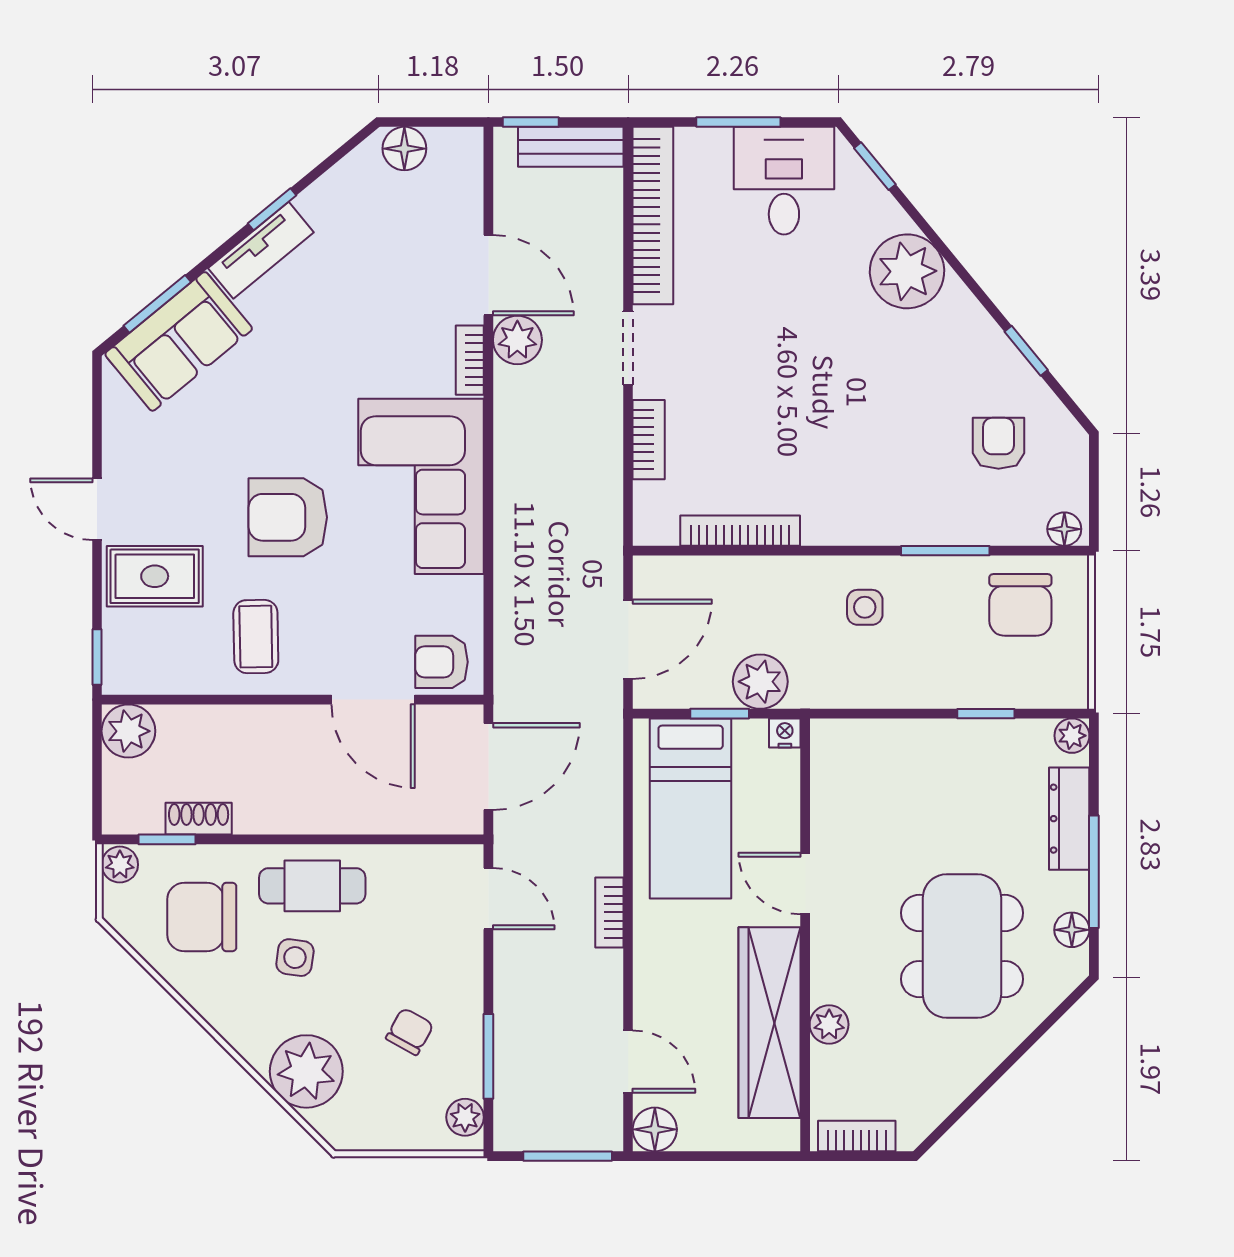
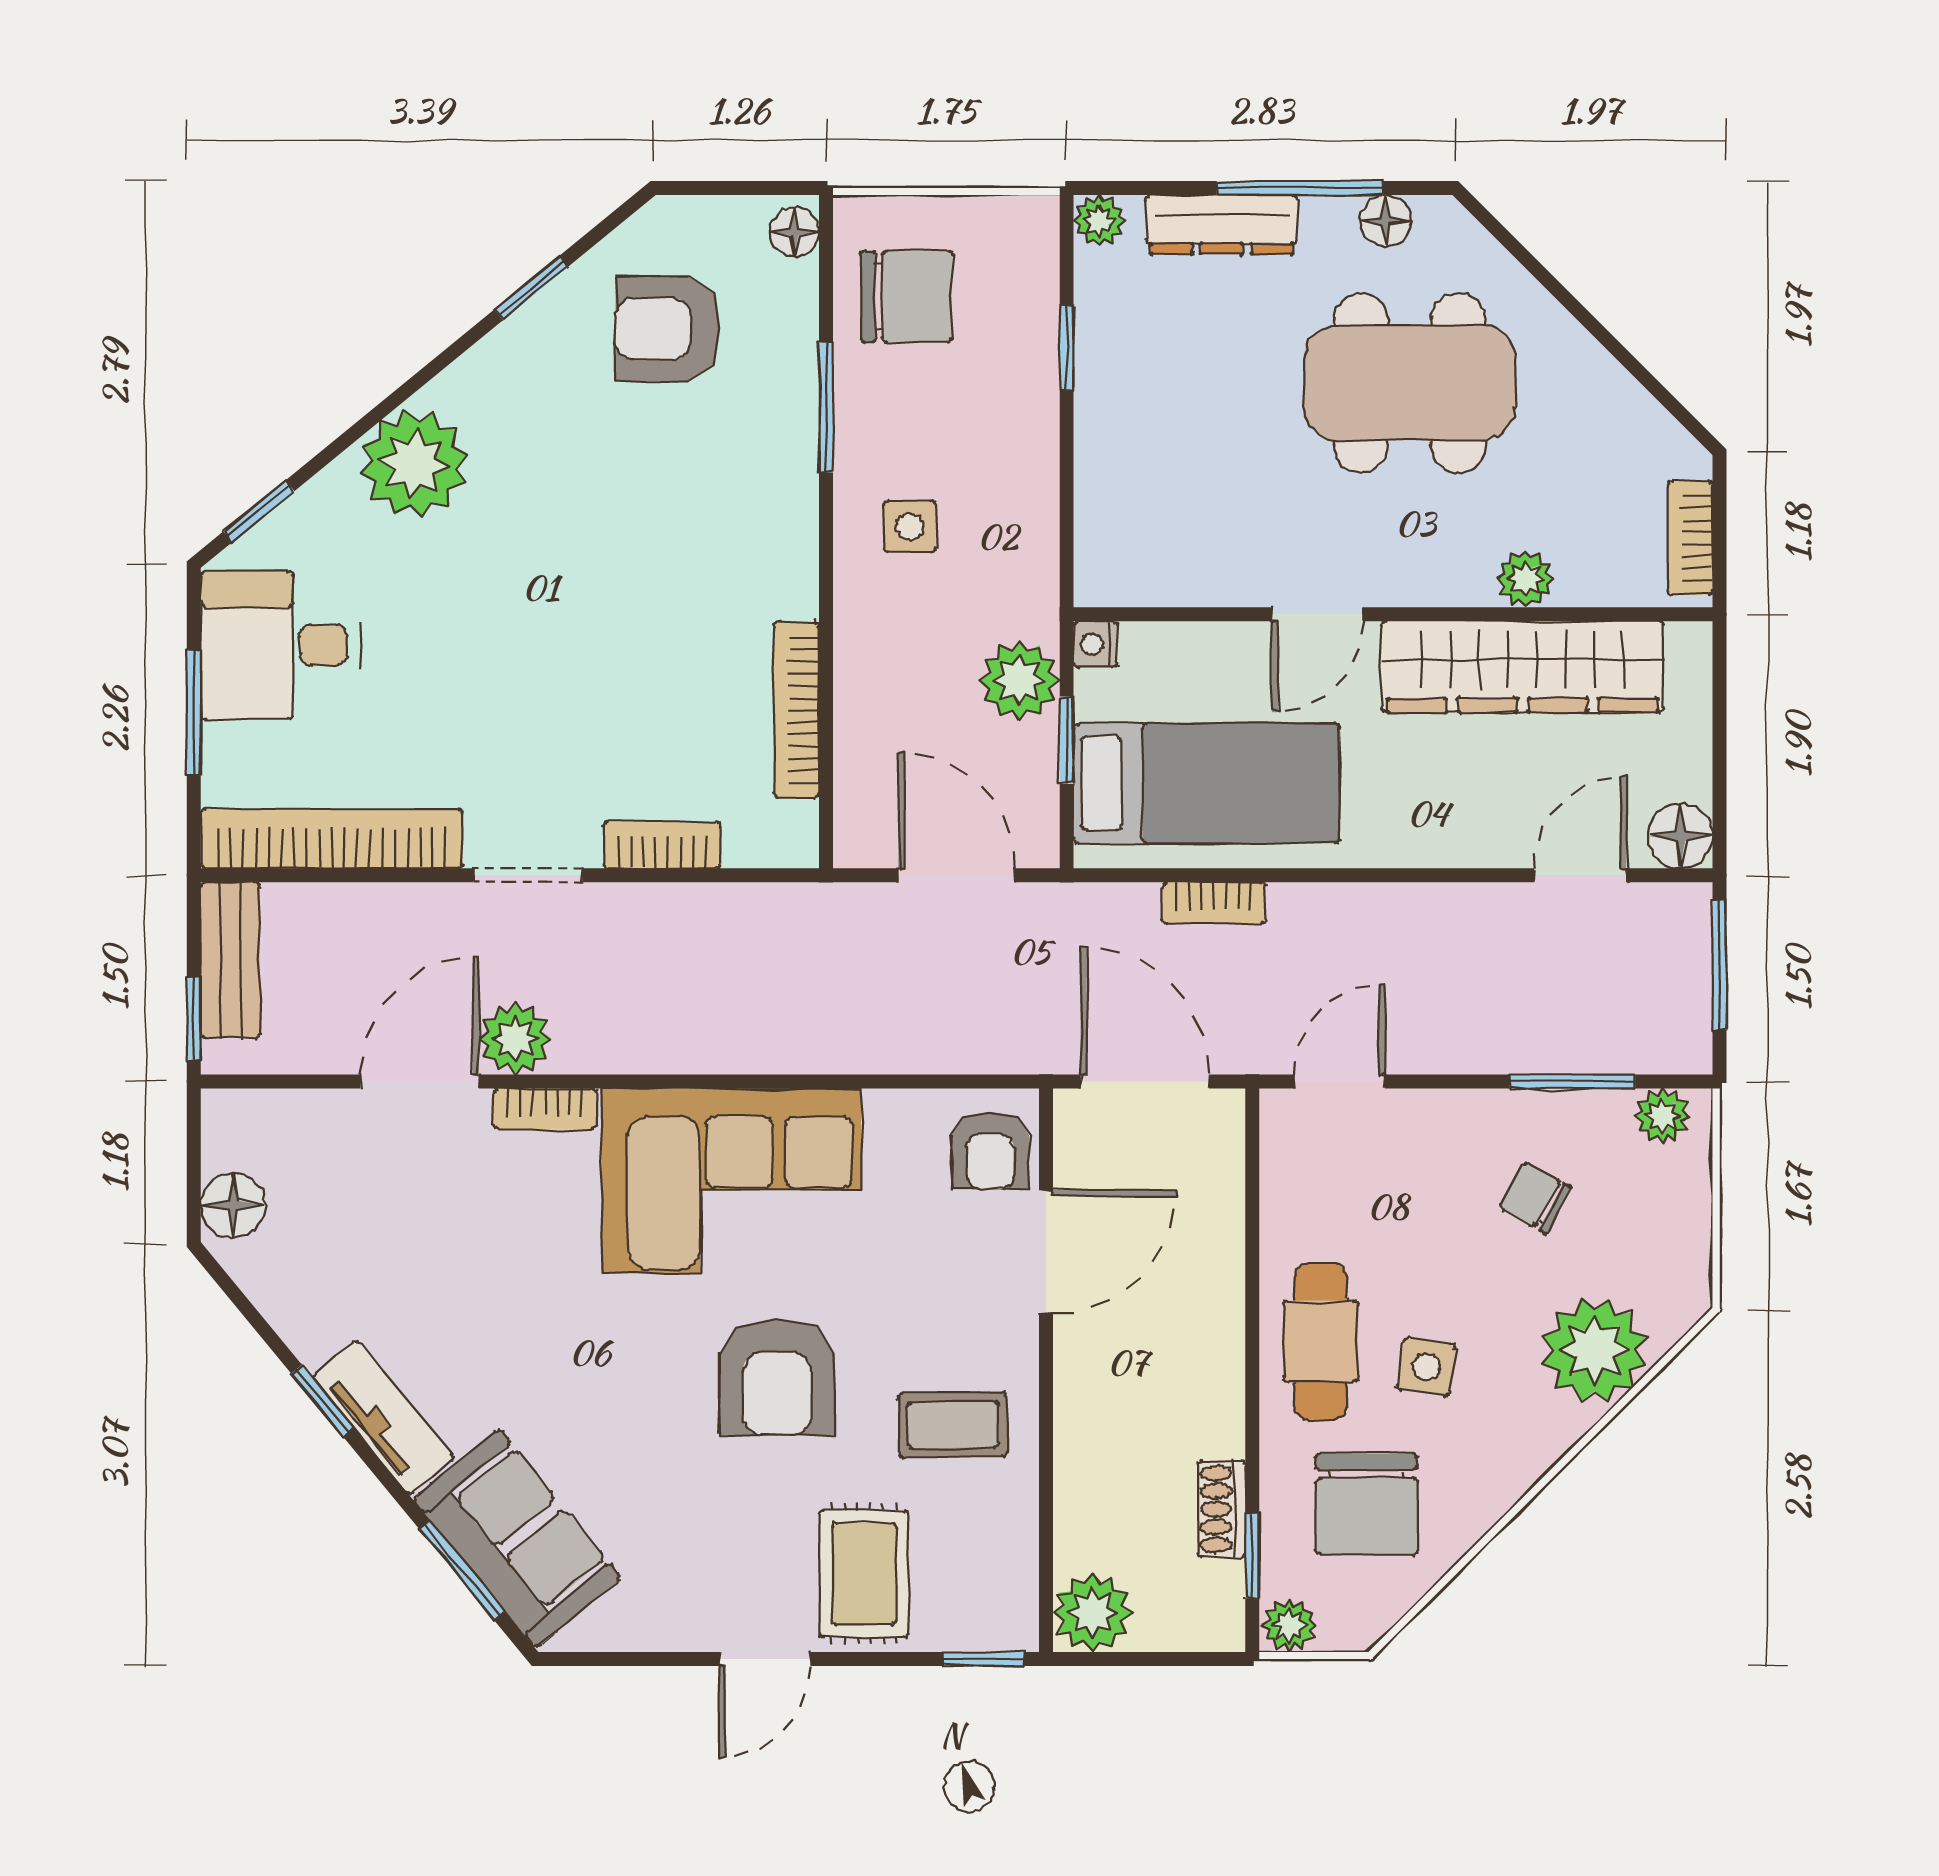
armchair: (999, 443) -> (668, 329), width x1.38, depth x1.38
bookcase: (609, 912) -> (1214, 903), moved

